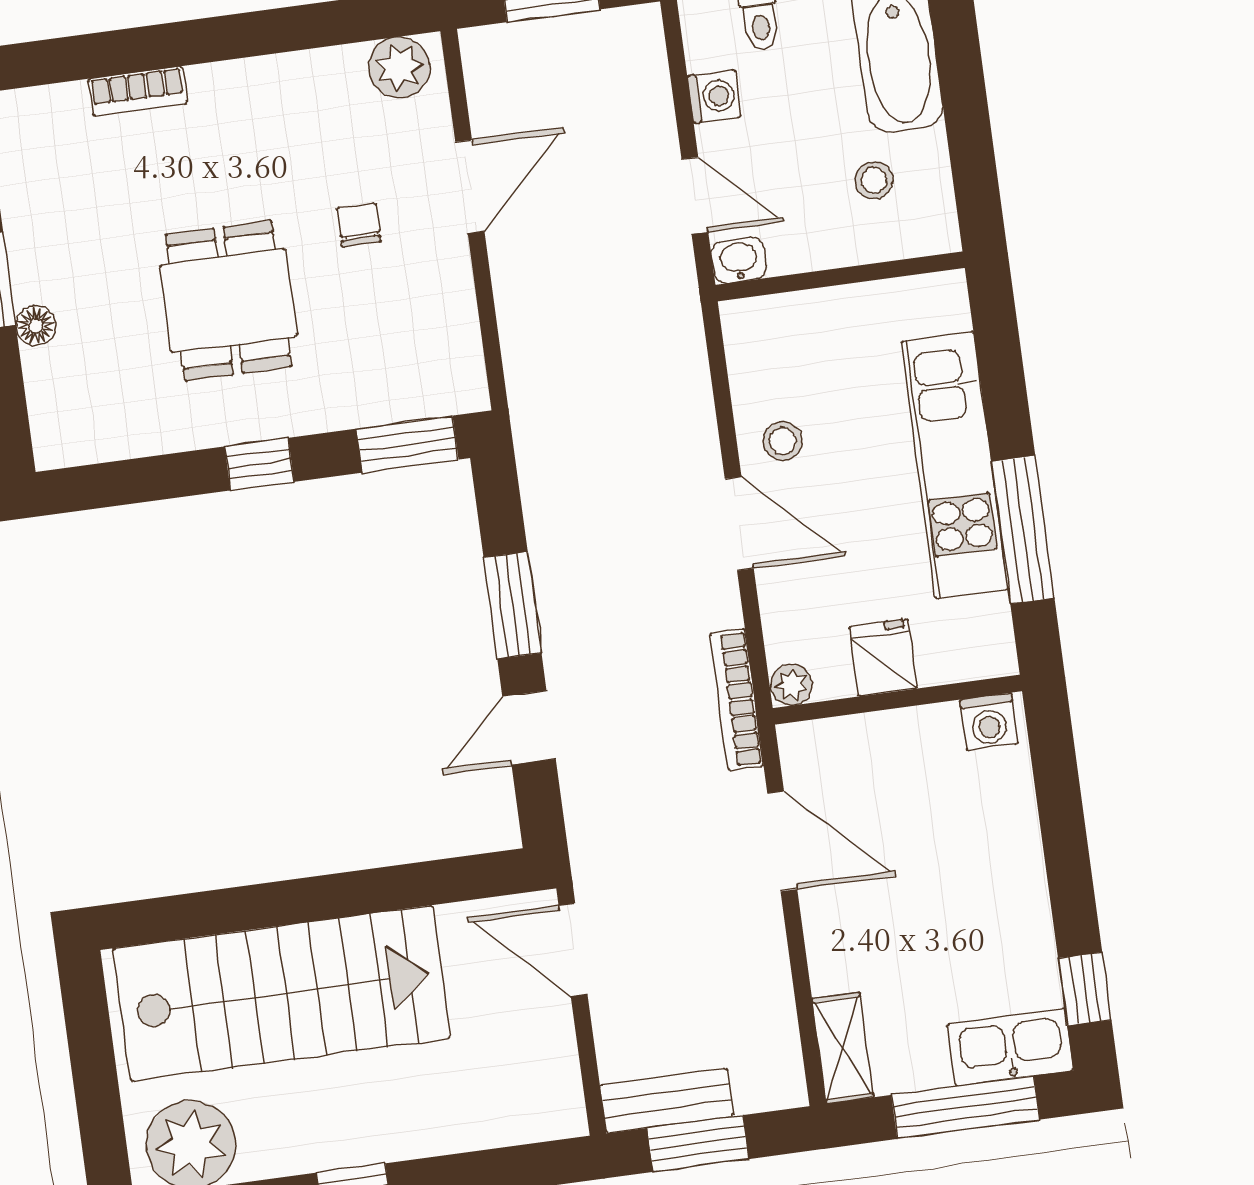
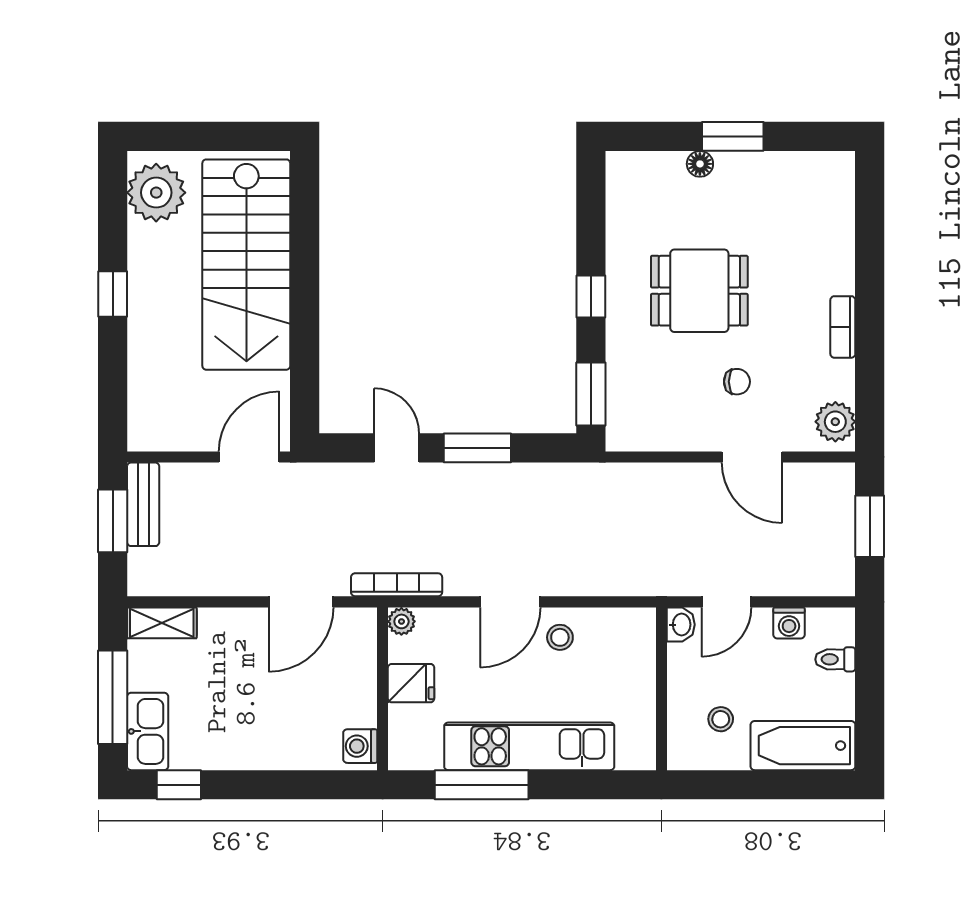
bookcase: (138, 91) -> (843, 327), moved

